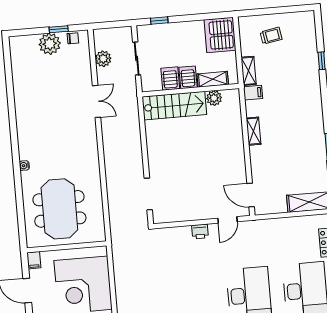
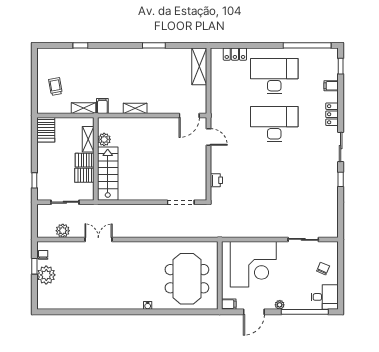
server rack: (220, 35) -> (46, 130), width x0.63
meeting table: (59, 209) -> (187, 279), turned 90
printer: (200, 232) -> (216, 180), moved

